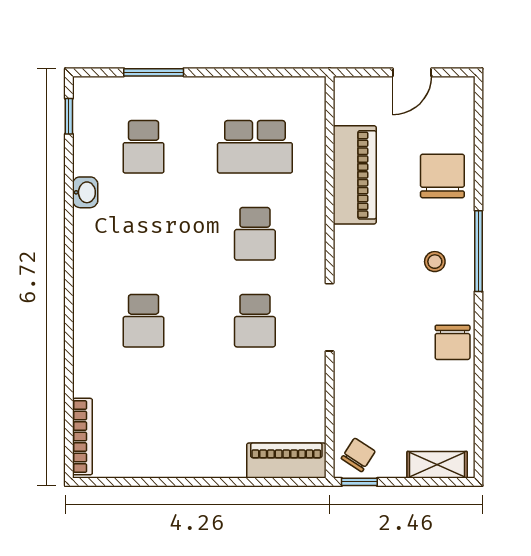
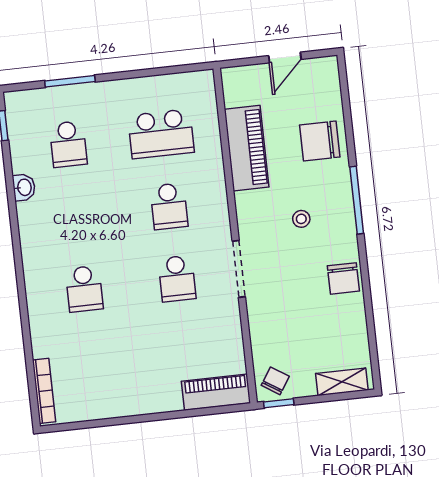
chair: (442, 176) -> (320, 141), turned -90
stool: (435, 262) -> (301, 219), moved

